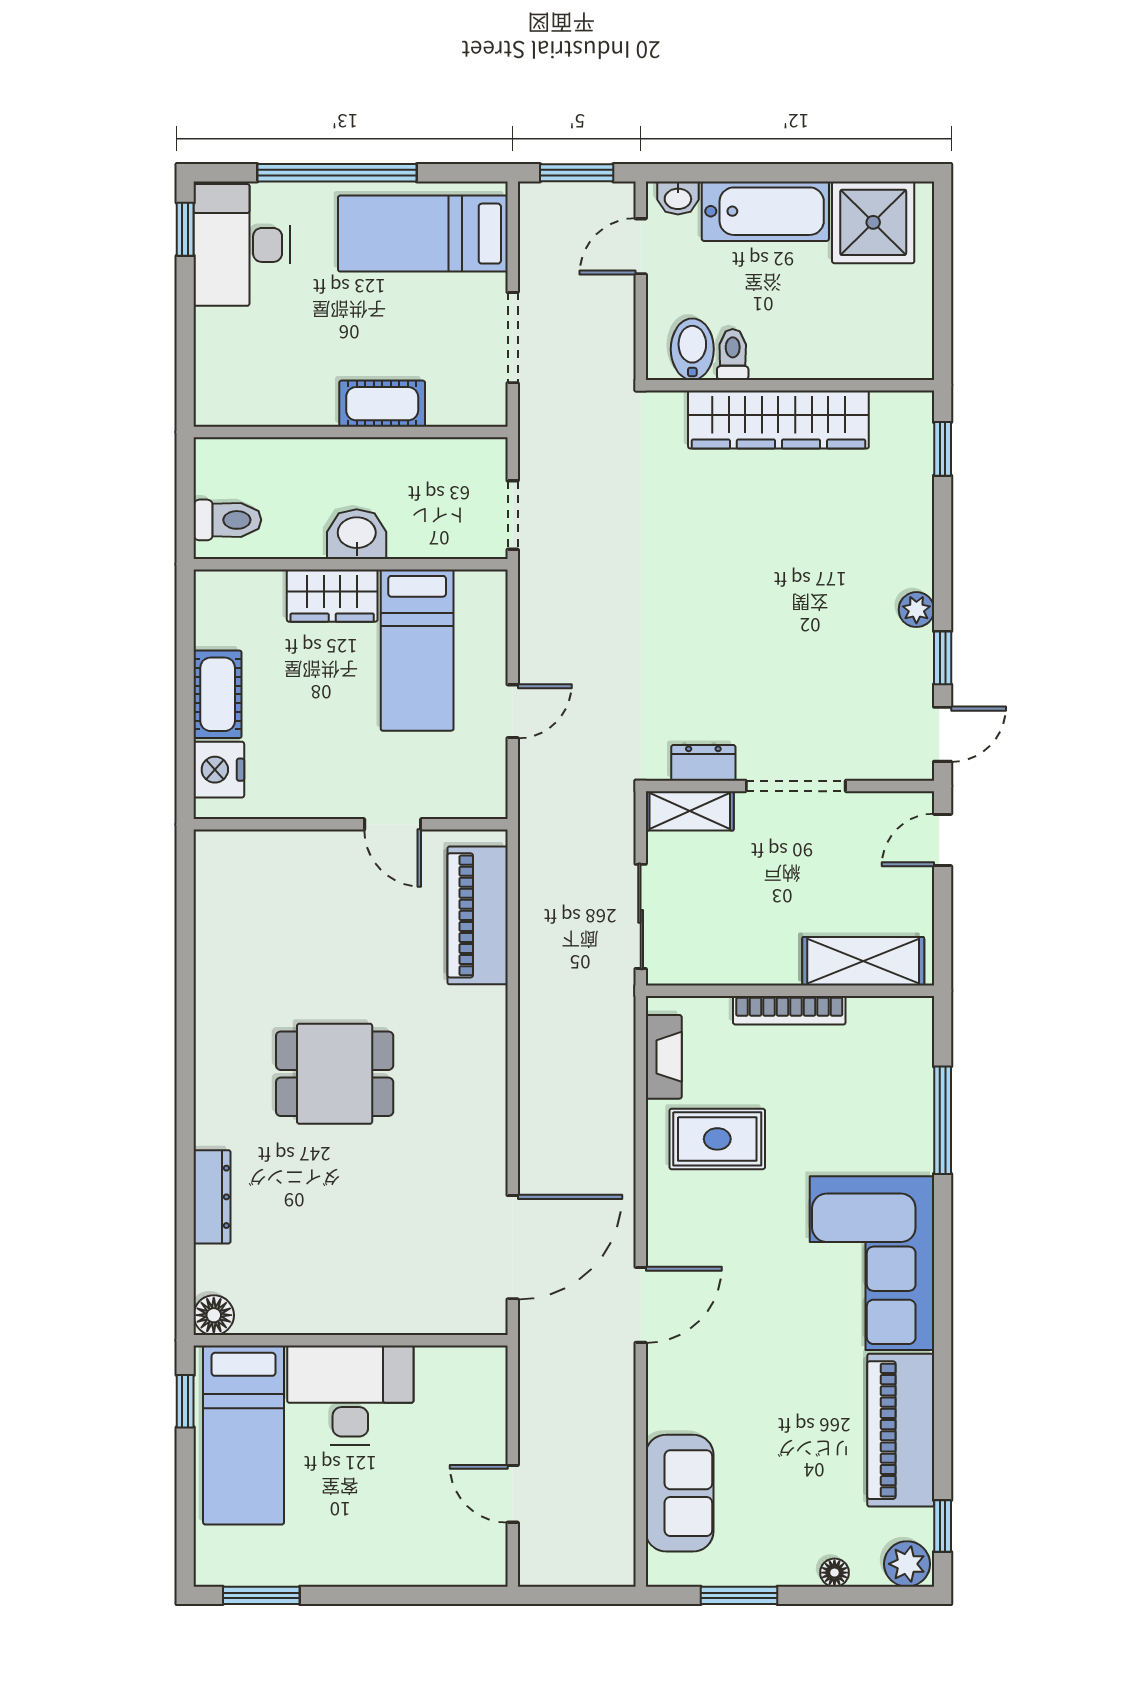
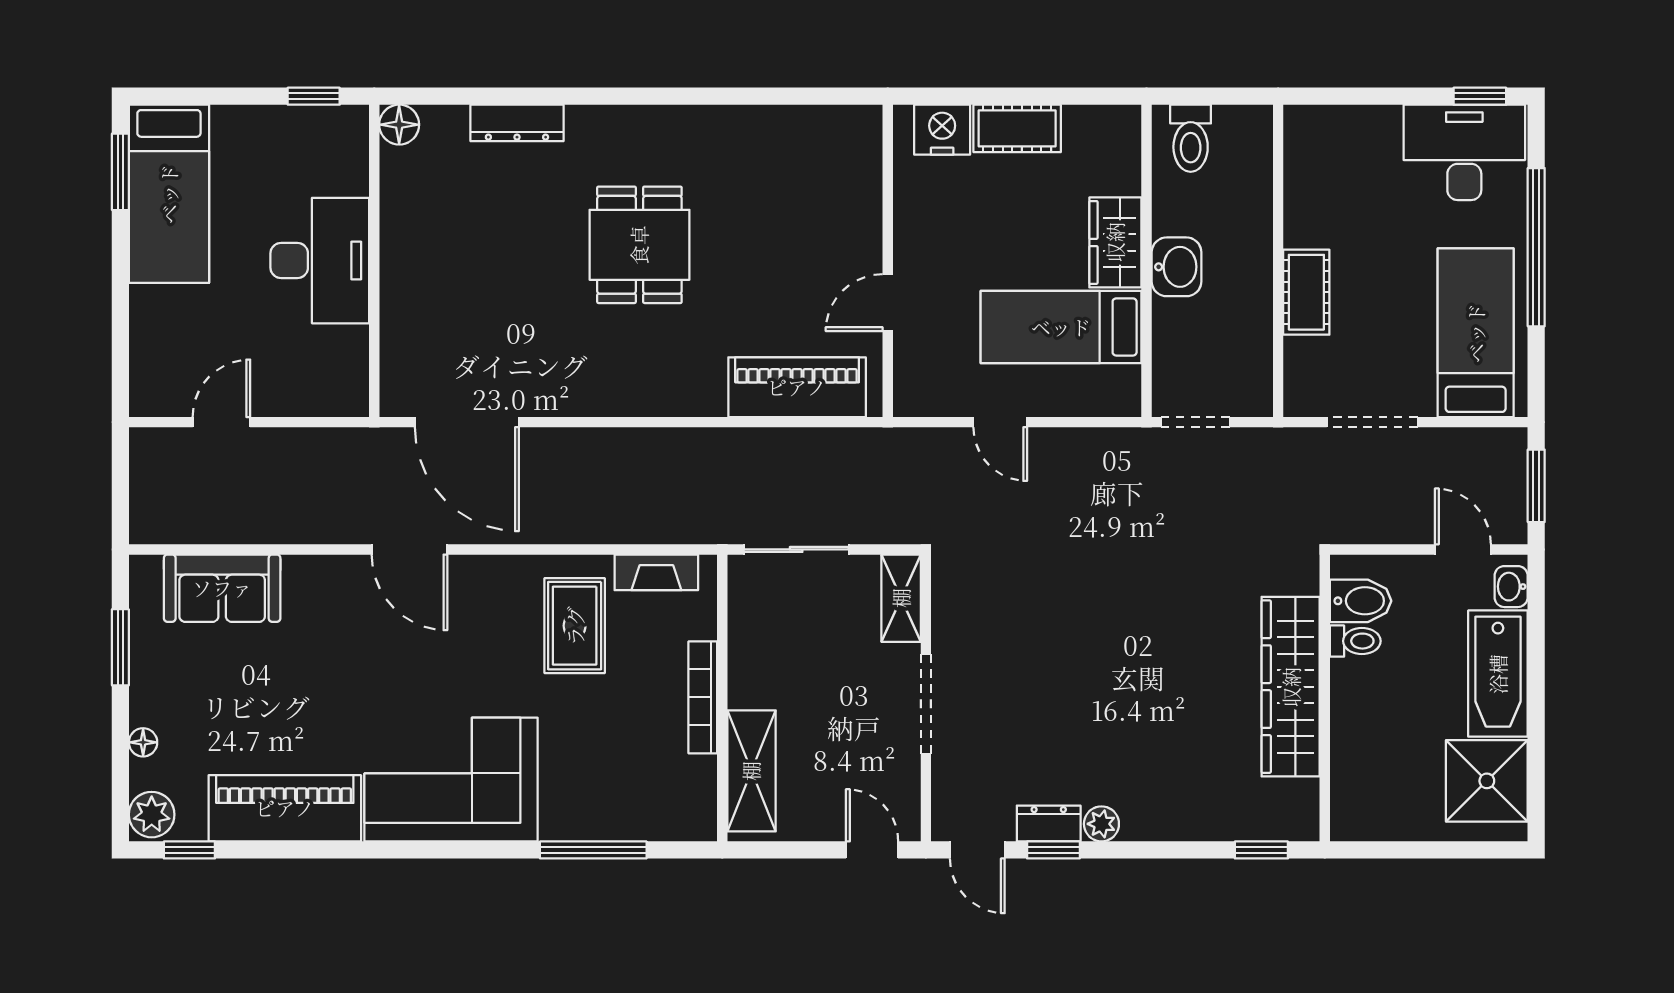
dresser: (703, 763) -> (1049, 823), moved, turned -90
bed: (244, 1435) -> (169, 194), moved, turned -90

